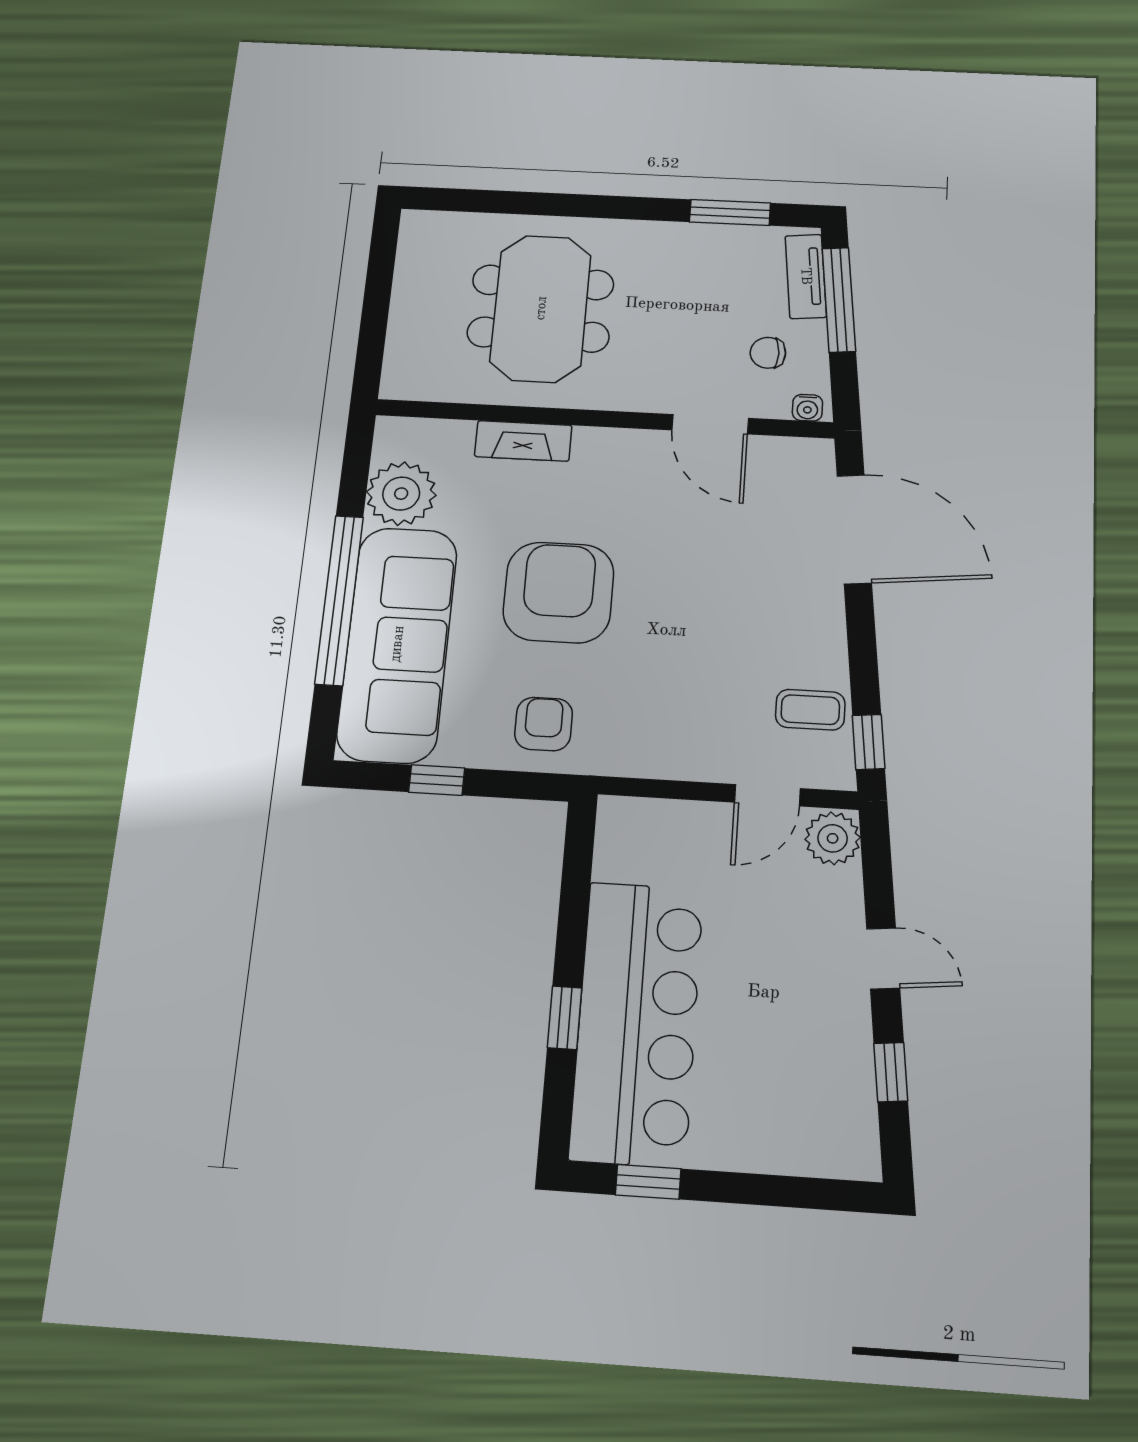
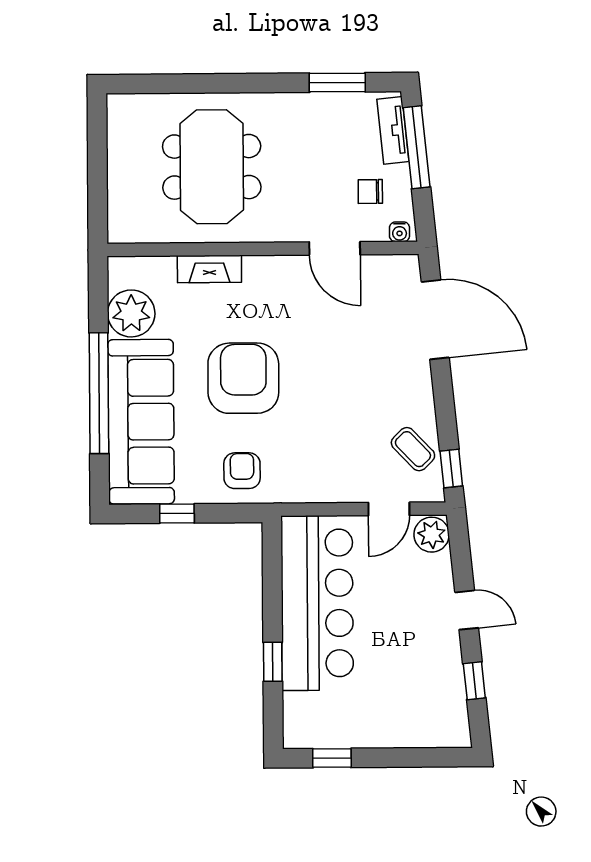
coffee table: (810, 710) -> (413, 449), turned 46
bar counter: (637, 1023) -> (317, 603), moved

